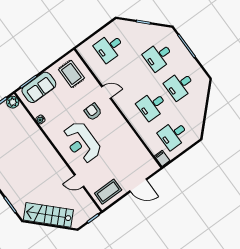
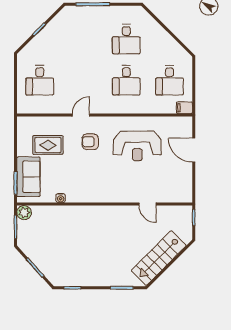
desk: (158, 56) -> (83, 39), removed
rug: (71, 74) -> (48, 145), moved
reception desk: (82, 143) -> (137, 146), moved
door: (79, 181) -> (147, 204), hinge flipped
door: (138, 185) -> (194, 150), swing flipped
coffee table: (108, 192) -> (178, 184), removed

